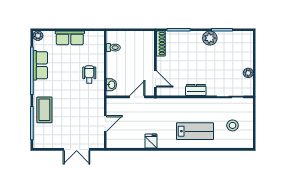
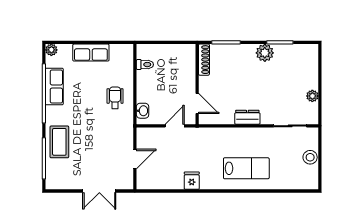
stool: (233, 125) -> (310, 157), moved

